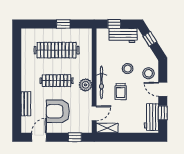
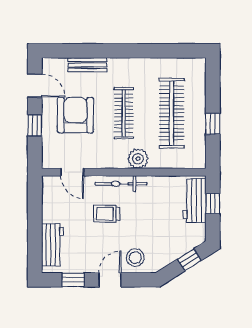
workbench: (123, 36) -> (195, 201), moved
stool: (128, 69) -> (143, 225), removed
plant: (86, 85) -> (138, 159), moved
workbench: (151, 117) -> (53, 245), moved, turned 90
shelving: (107, 128) -> (49, 193), removed
window: (75, 137) -> (35, 126), moved

